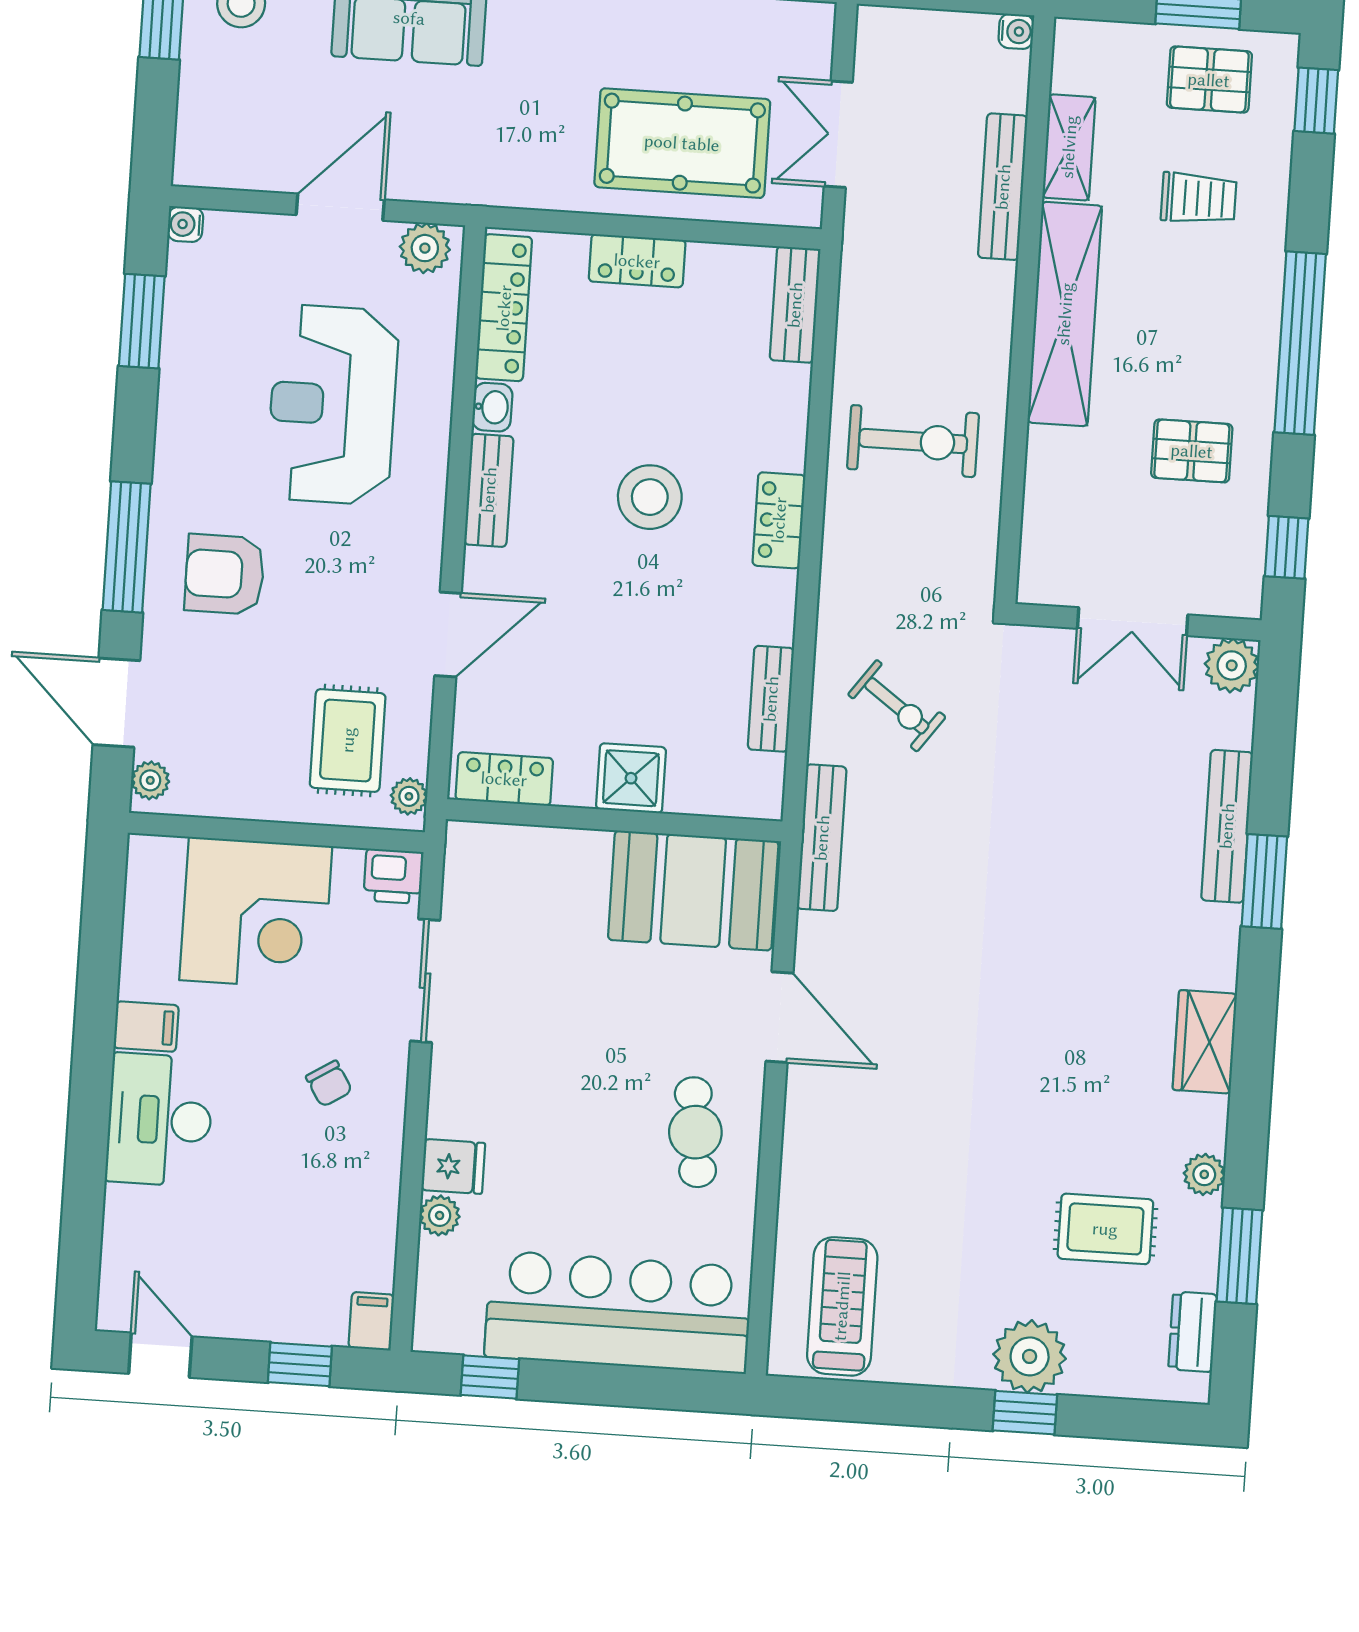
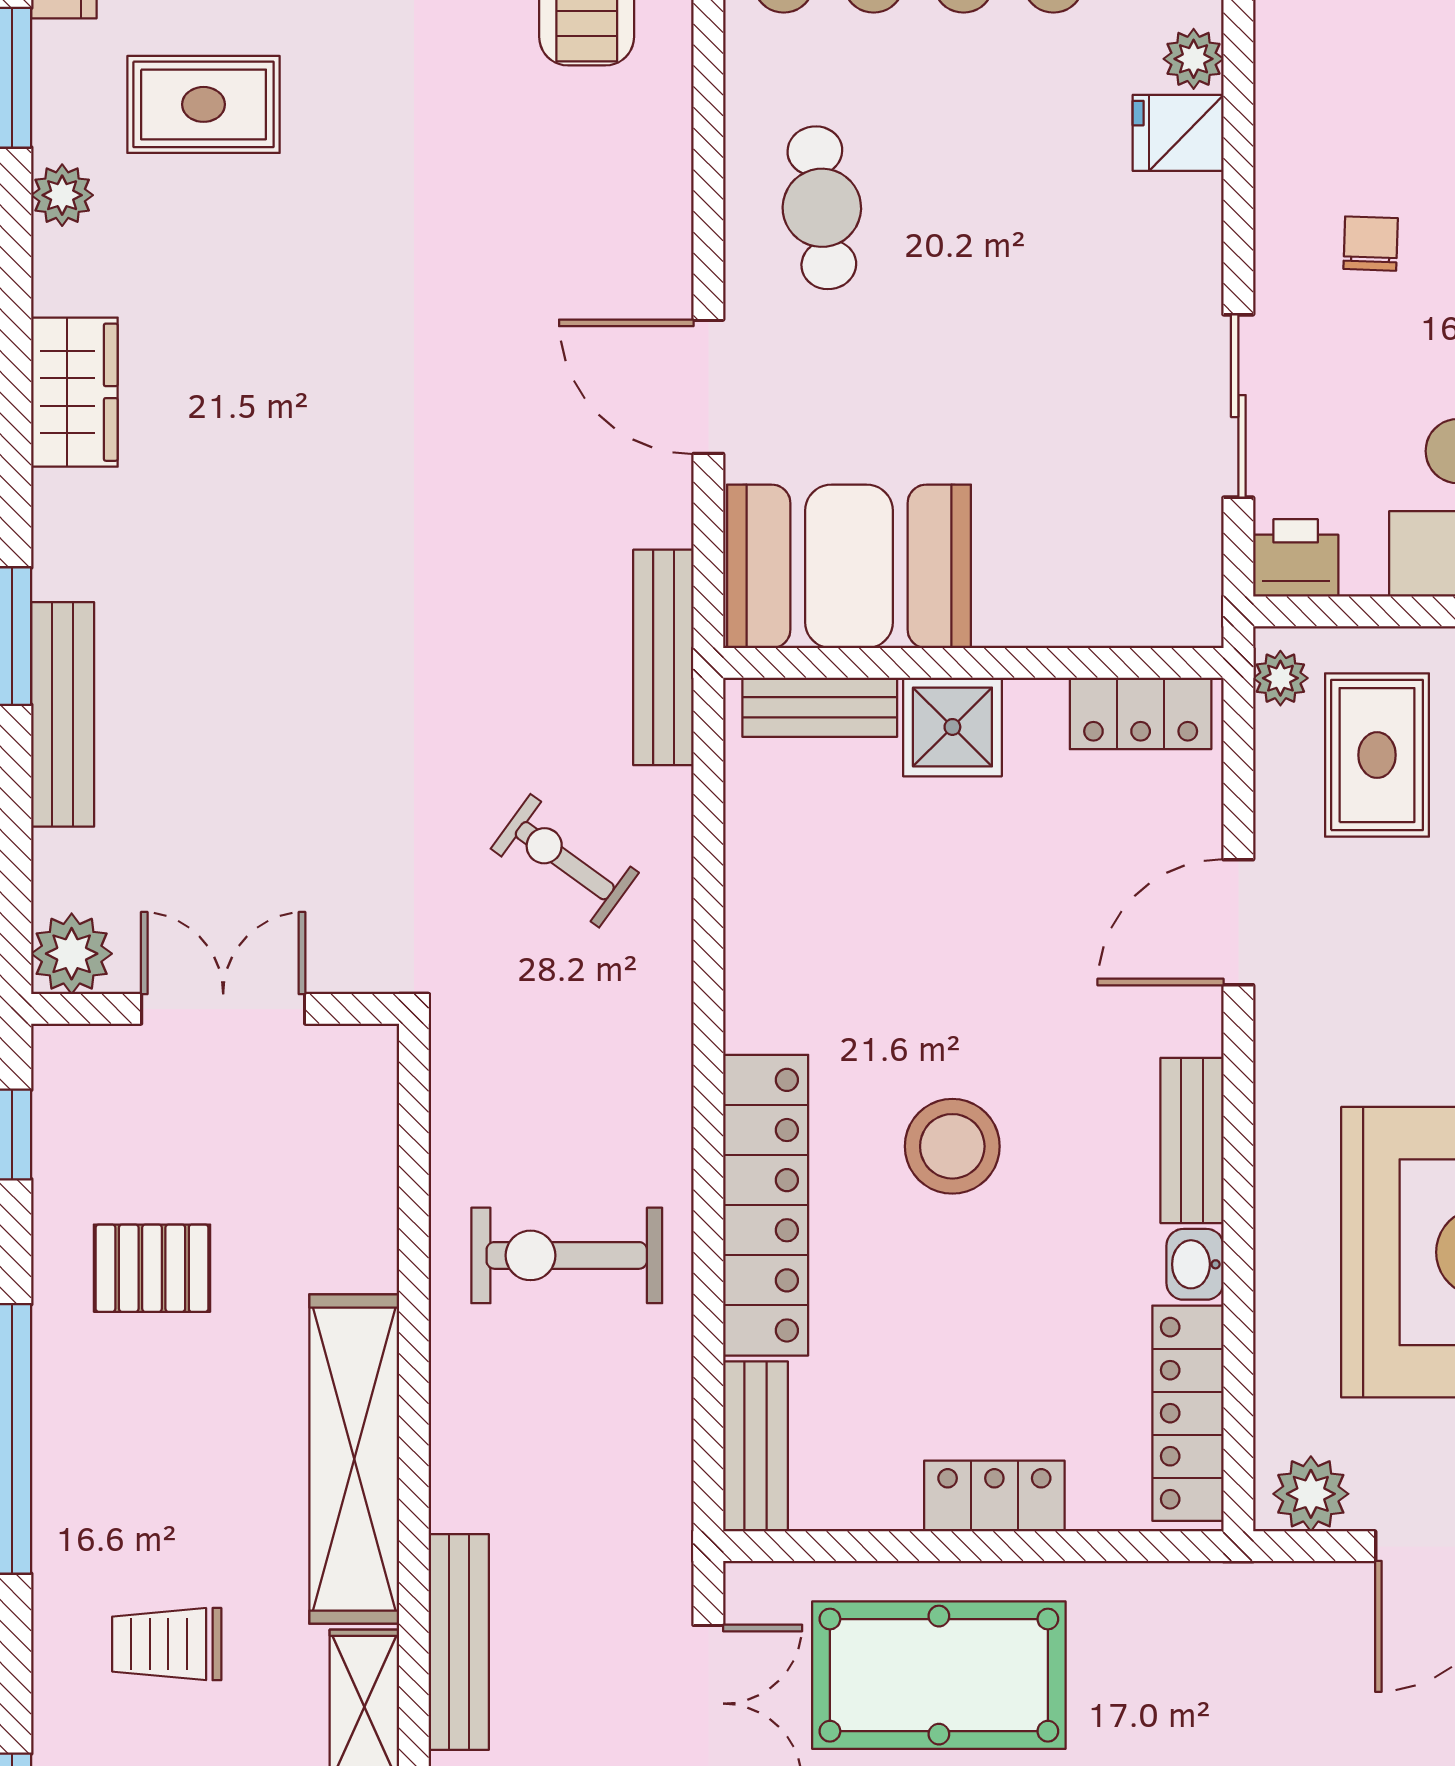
locker: (779, 520) -> (766, 1205), width x2.16, depth x1.21
bench: (771, 699) -> (820, 707), moved, turned 90
chair: (329, 1084) -> (1371, 244), turned 34

